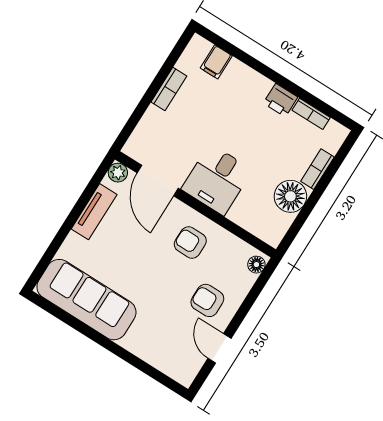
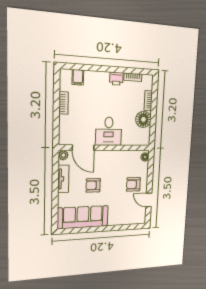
armchair: (190, 243) -> (93, 185), moved

